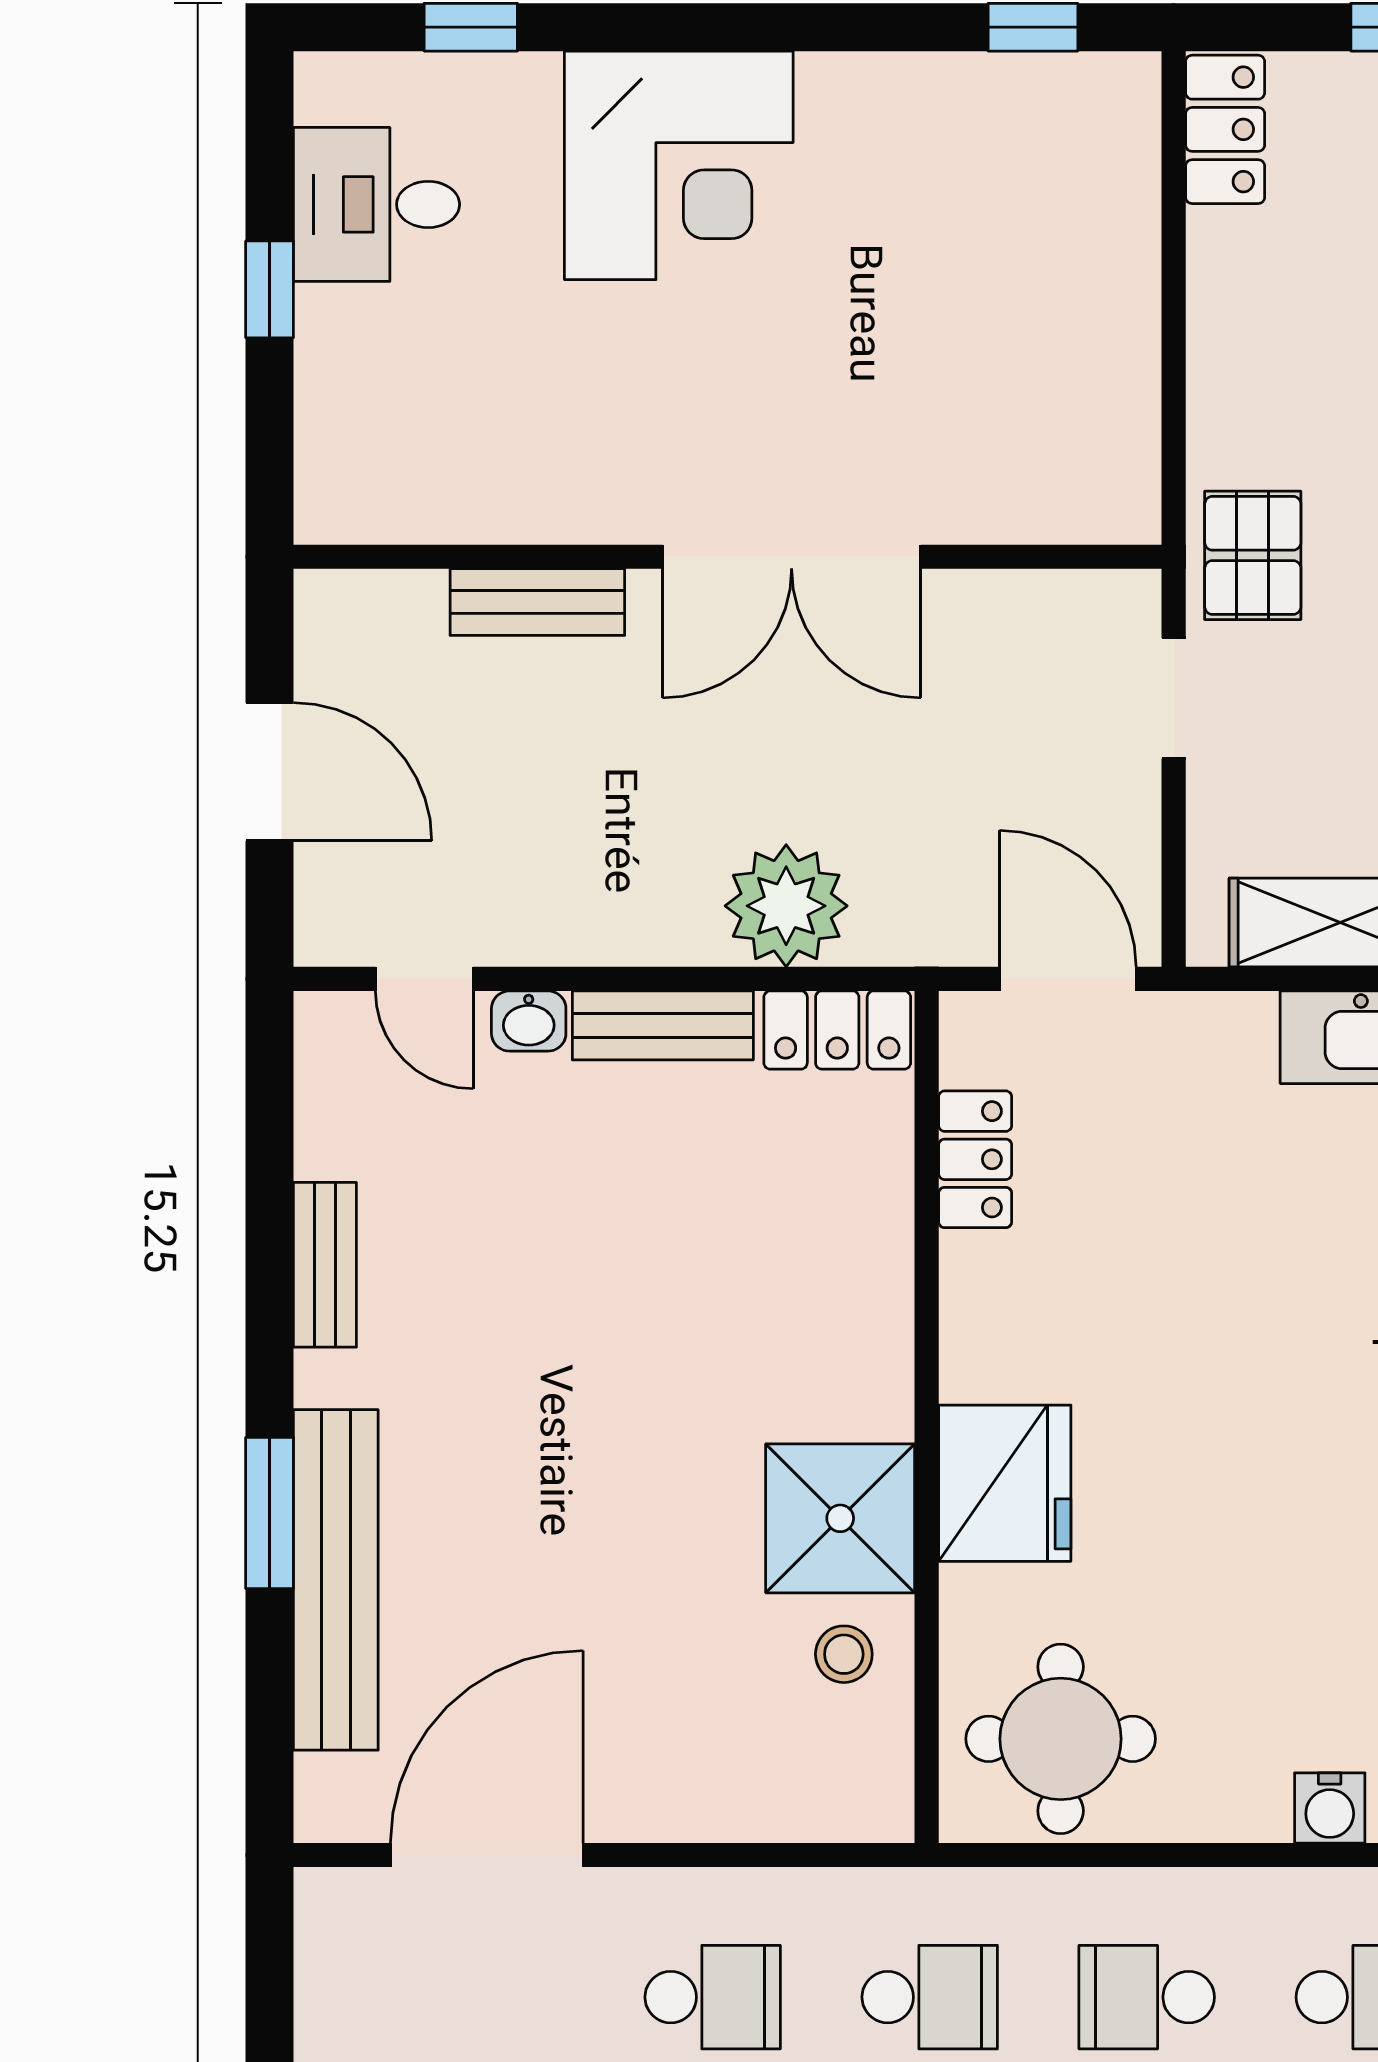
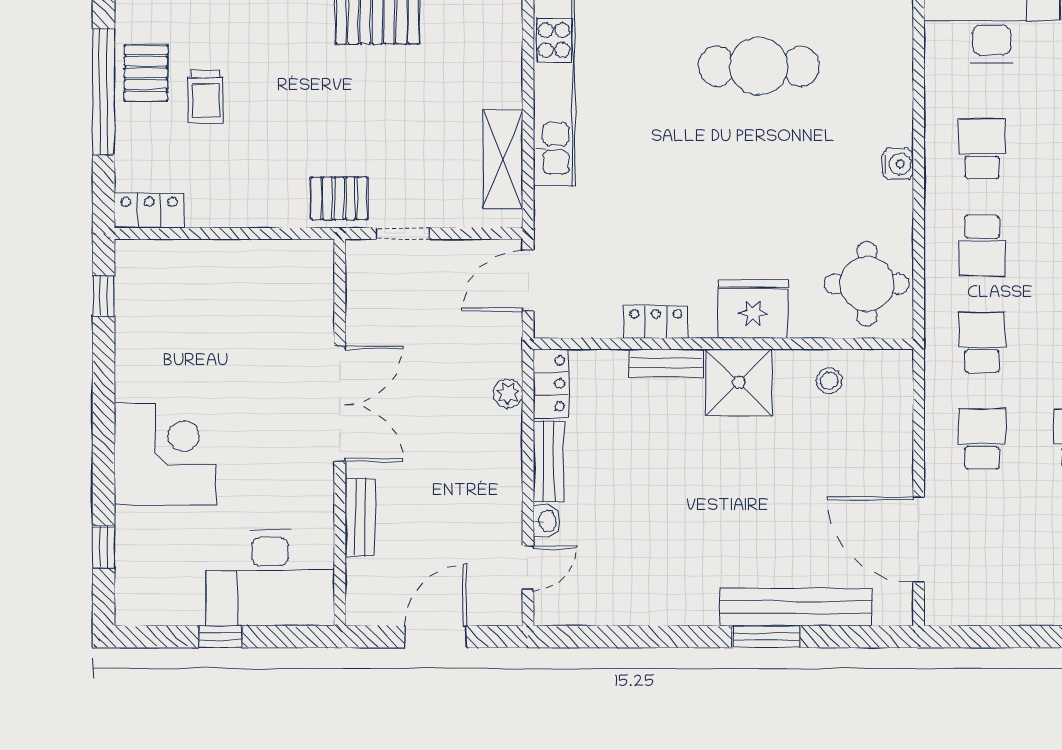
desk: (377, 204) -> (270, 578), moved, width x1.87, depth x1.30
plant: (786, 906) -> (508, 394), width x0.53, depth x0.53
locker: (975, 1159) -> (656, 322), moved
bench: (325, 1265) -> (666, 363), moved
shower: (840, 1518) -> (739, 382), moved

